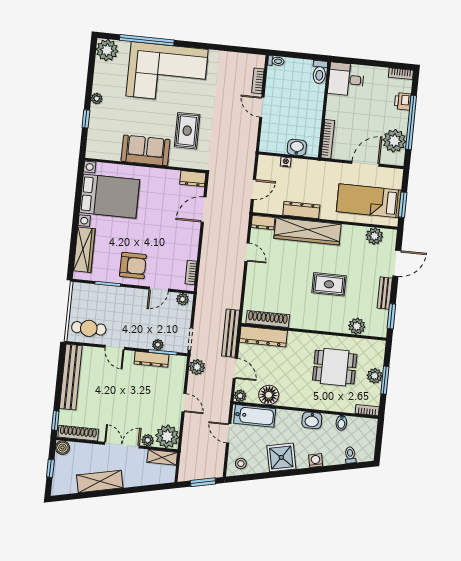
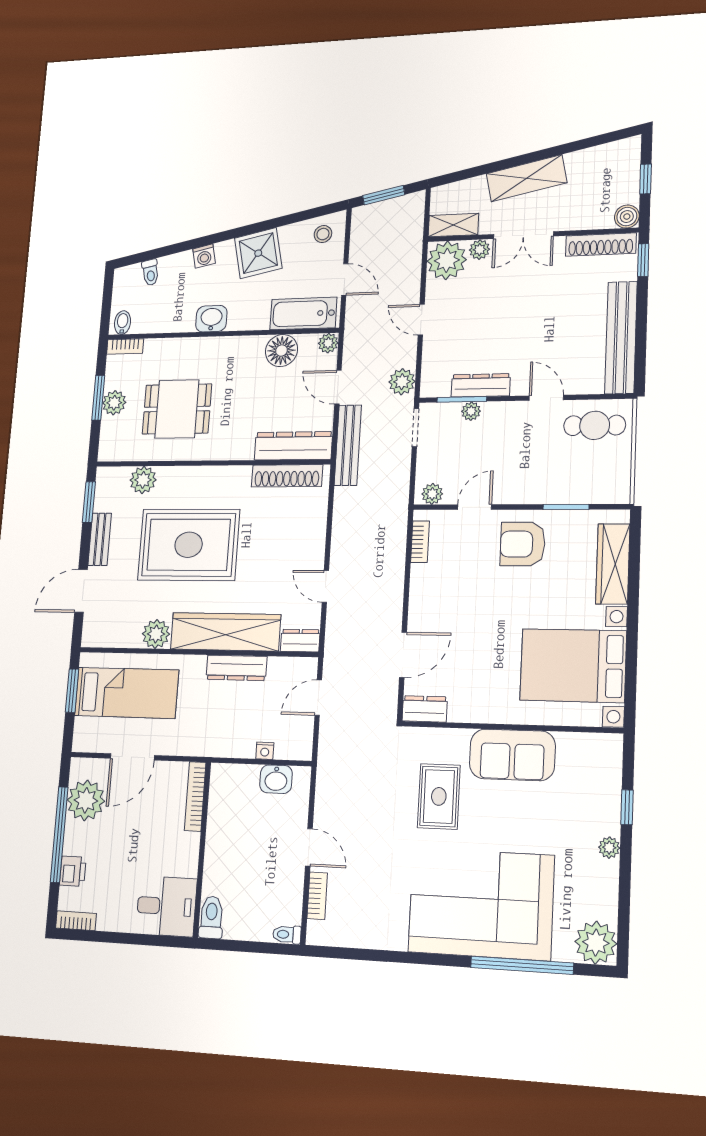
washbasin: (297, 147) -> (276, 779), moved
plant: (374, 236) -> (156, 634), moved
rug: (329, 284) -> (189, 545), width x1.86, depth x2.06
bidet: (341, 423) -> (122, 323), moved
shelving: (100, 481) -> (527, 178), moved

